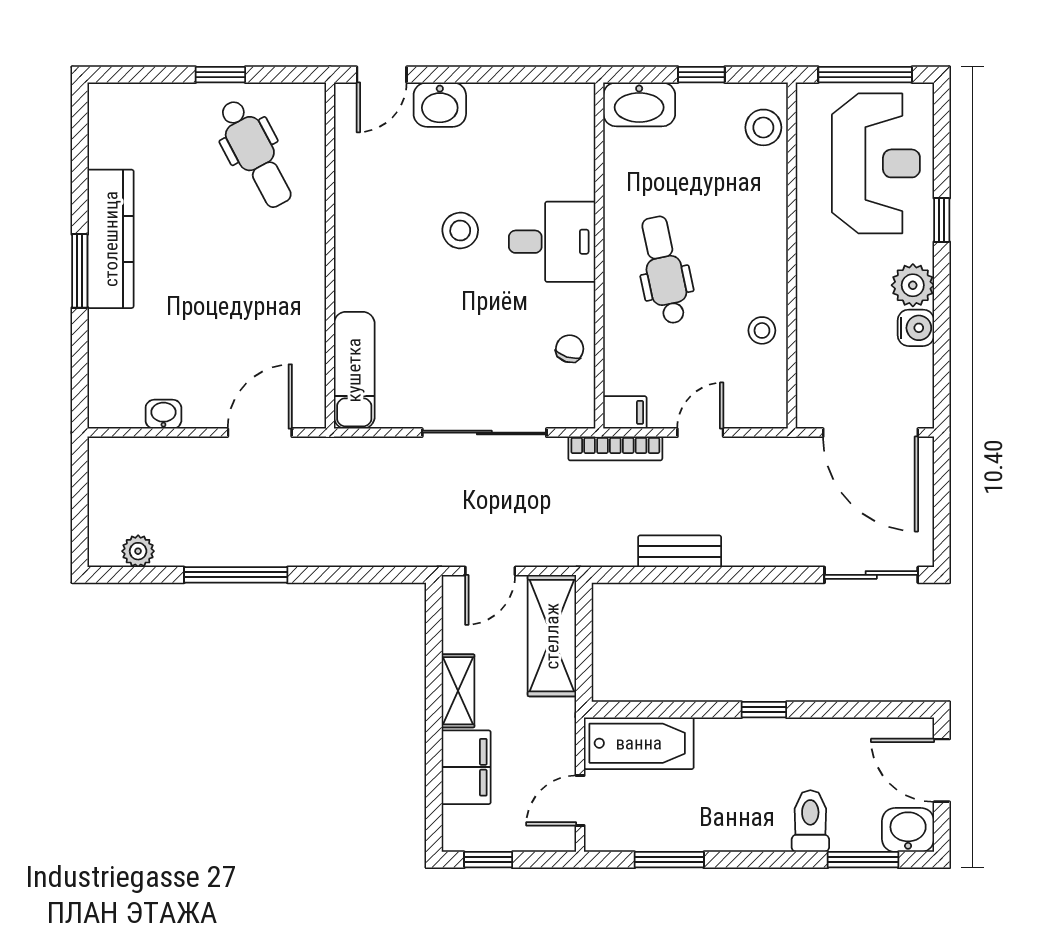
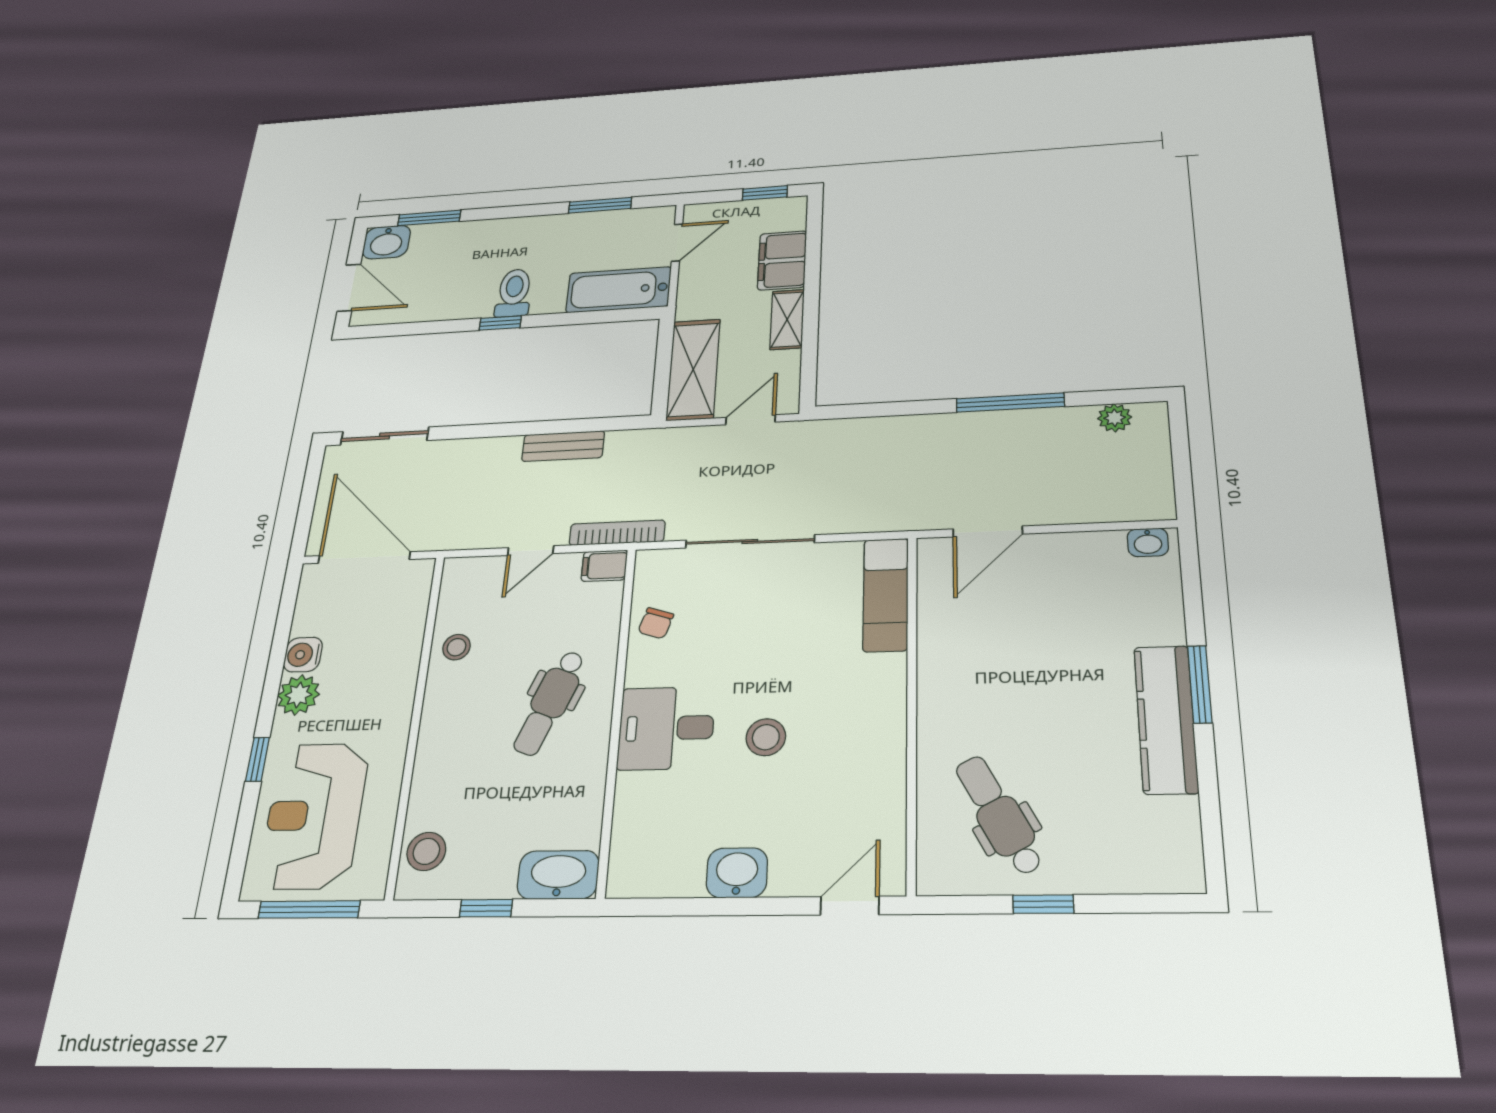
washbasin: (440, 105) -> (737, 873), moved
dental chair: (664, 270) -> (550, 703), turned 34
washbasin: (163, 414) -> (1148, 542), moved
toilet: (810, 821) -> (514, 293), moved, turned 180

